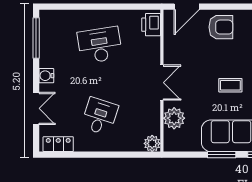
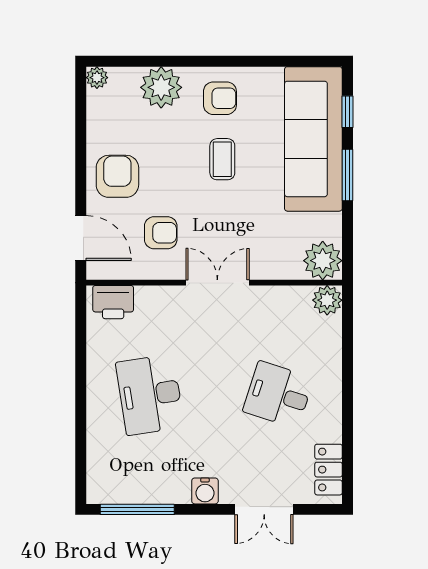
armchair: (190, 51) -> (161, 233), added
double door: (36, 108) -> (264, 509), swing flipped
plant: (174, 118) -> (323, 261), moved

